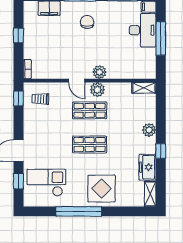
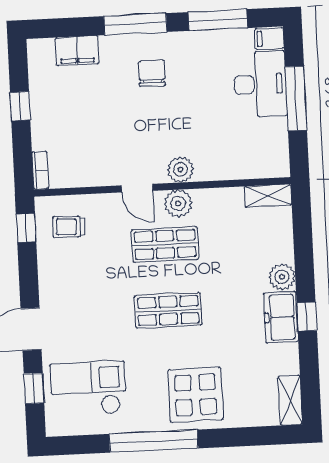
freezer: (147, 167) -> (281, 317), moved

